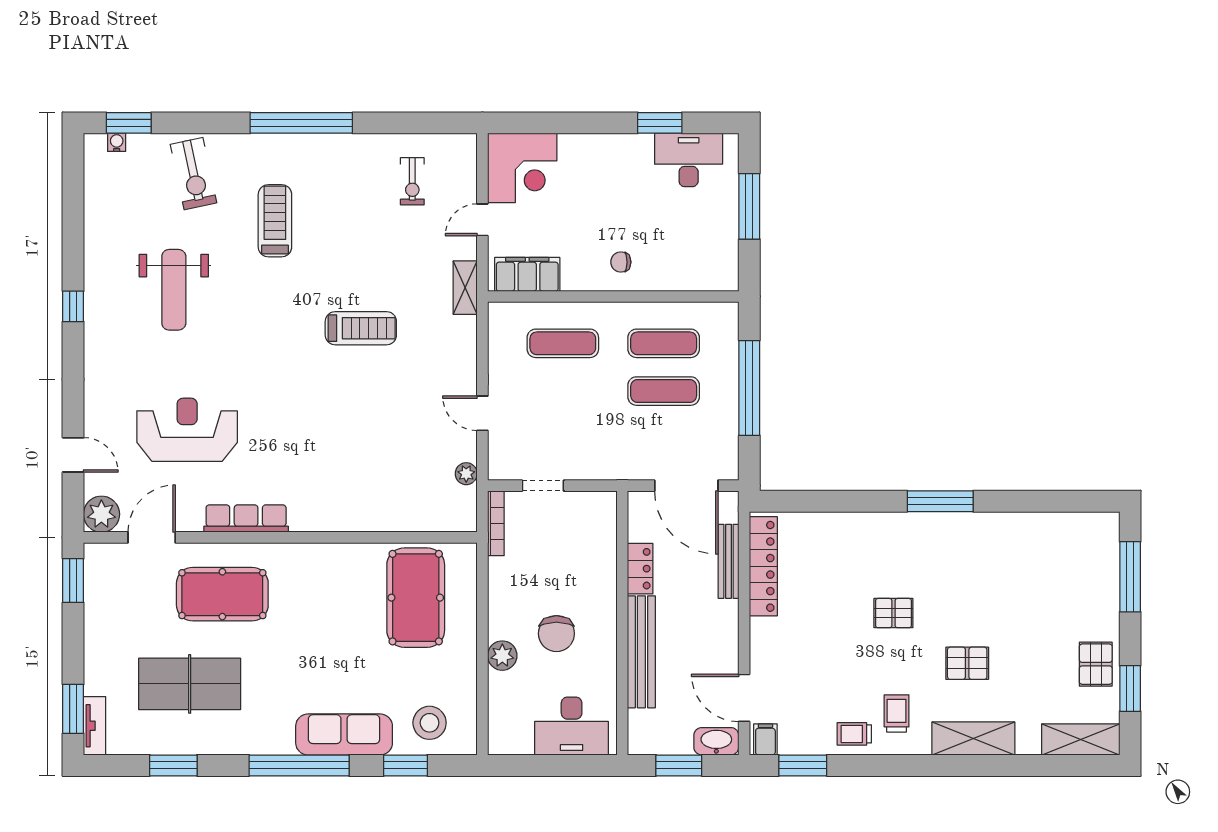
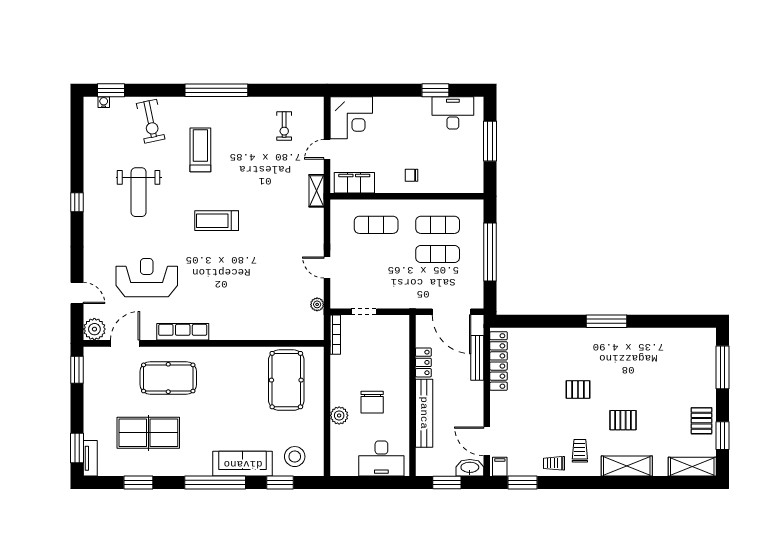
treadmill: (361, 328) -> (217, 221), moved, turned 180

